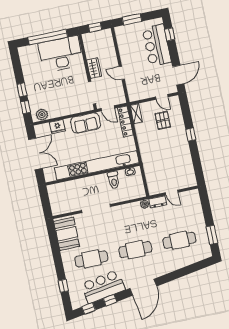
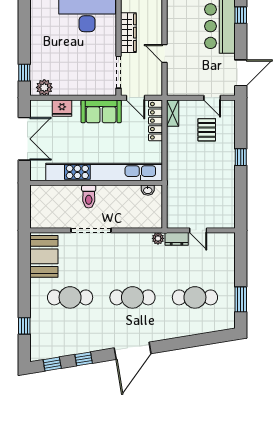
wardrobe: (94, 68) -> (128, 33), width x1.50
window: (22, 90) -> (24, 48), removed
toilet: (114, 180) -> (89, 197), moved
bar counter: (103, 287) -> (78, 339), removed

